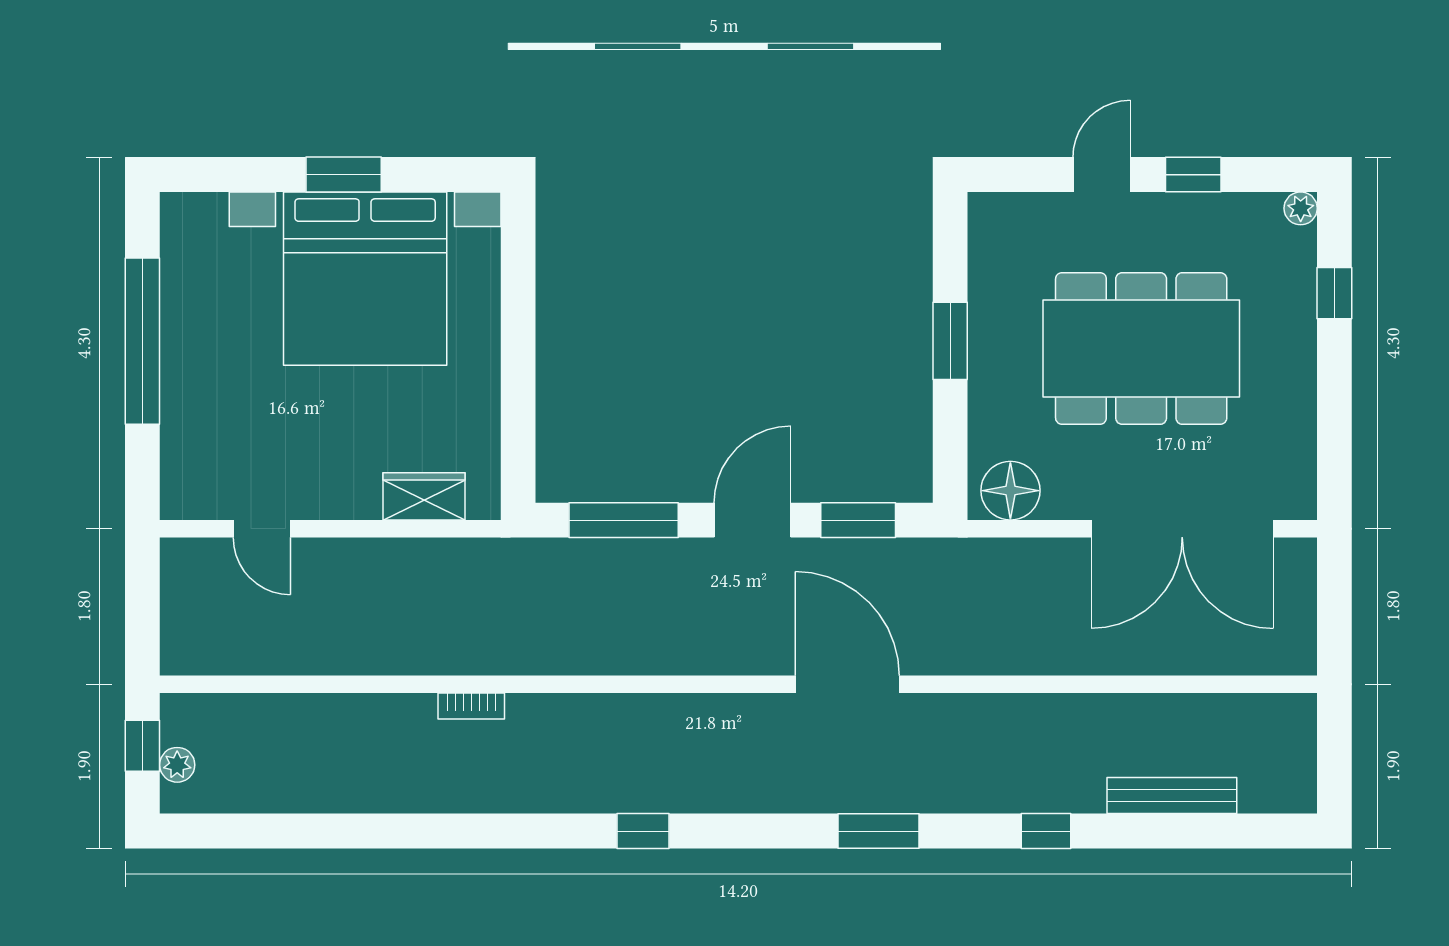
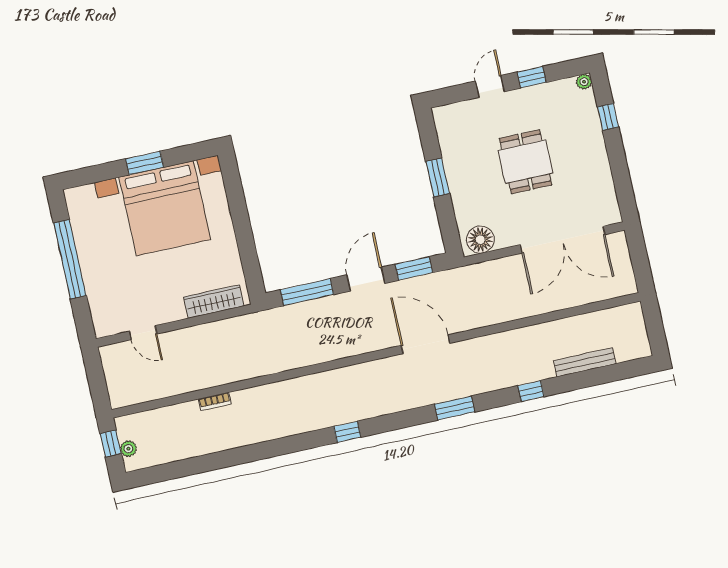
dining table: (1141, 348) -> (526, 162), width x0.53, depth x0.80
wardrobe: (424, 496) -> (214, 301), width x1.50
bookcase: (471, 706) -> (215, 401), moved

